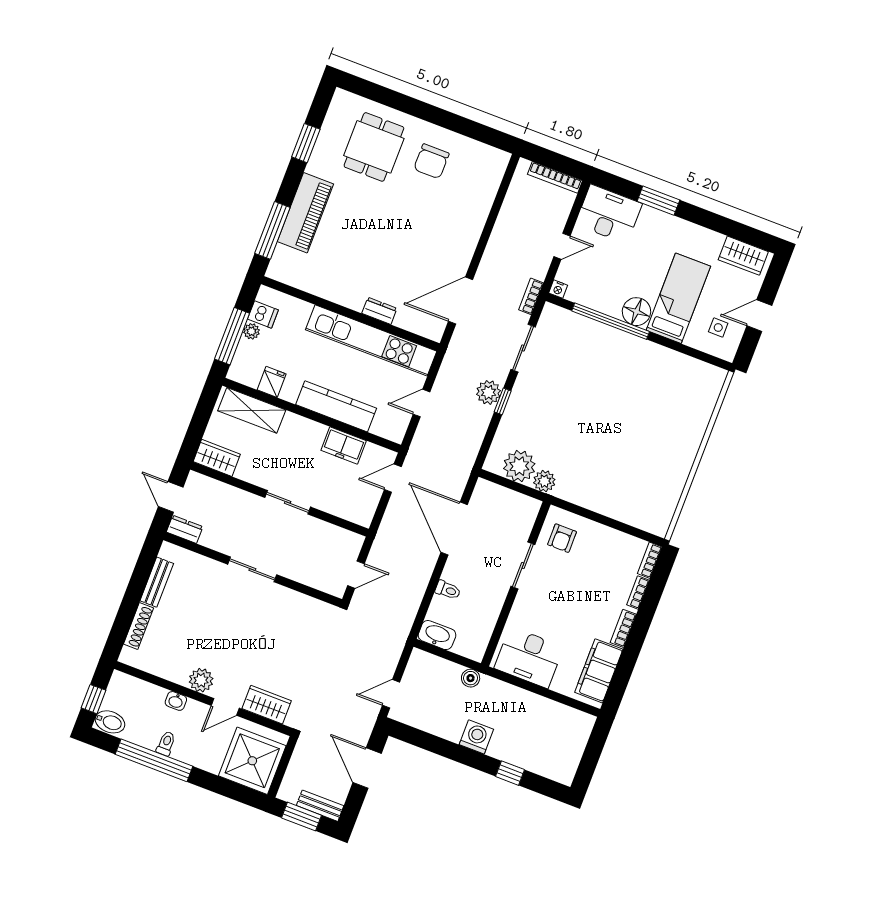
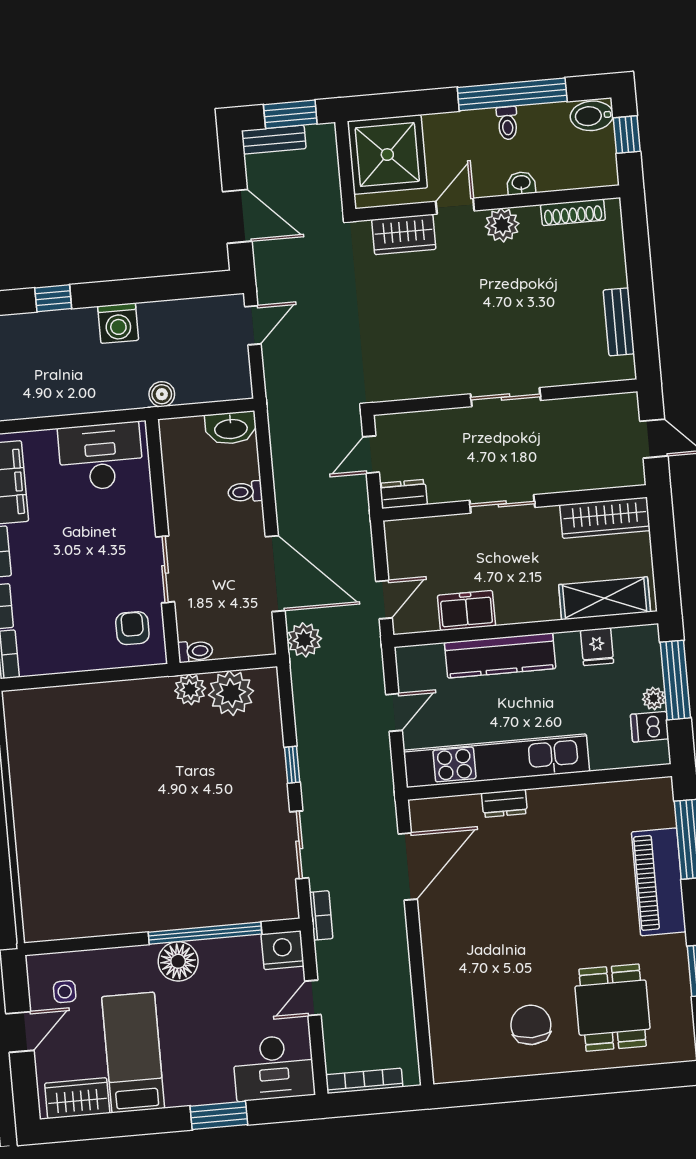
nightstand: (558, 289) -> (283, 950), width x1.89, depth x1.79
bed: (678, 298) -> (133, 1053), moved, turned 180
plant: (488, 392) -> (304, 640), moved
wardrobe: (217, 458) -> (605, 518), width x1.50
toilet: (529, 504) -> (195, 651), added
dresser: (185, 529) -> (403, 494), moved, turned 180
shoe rack: (138, 626) -> (573, 212), moved, turned -90

